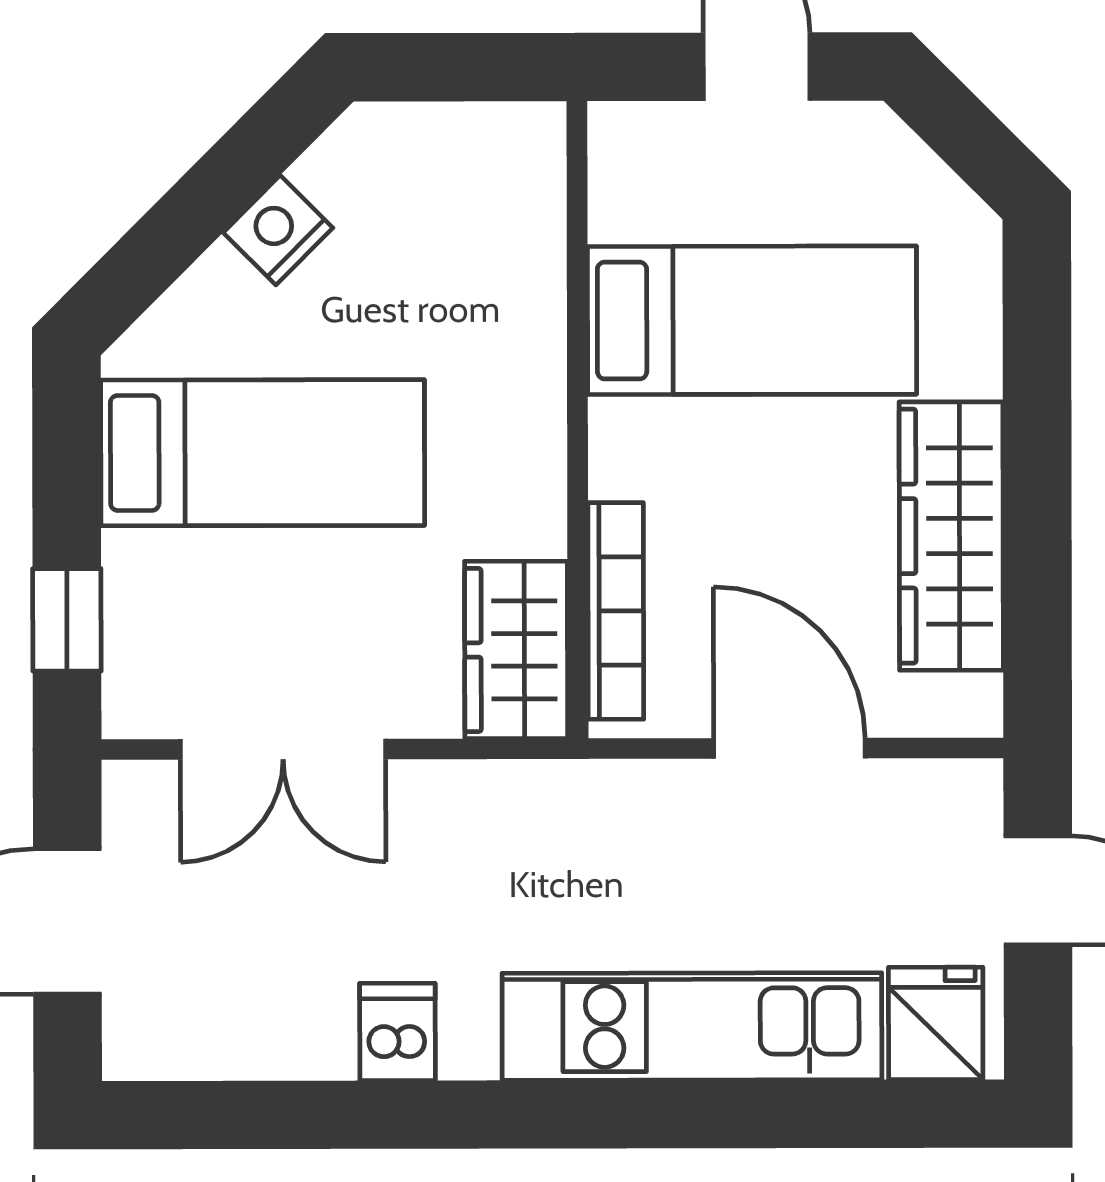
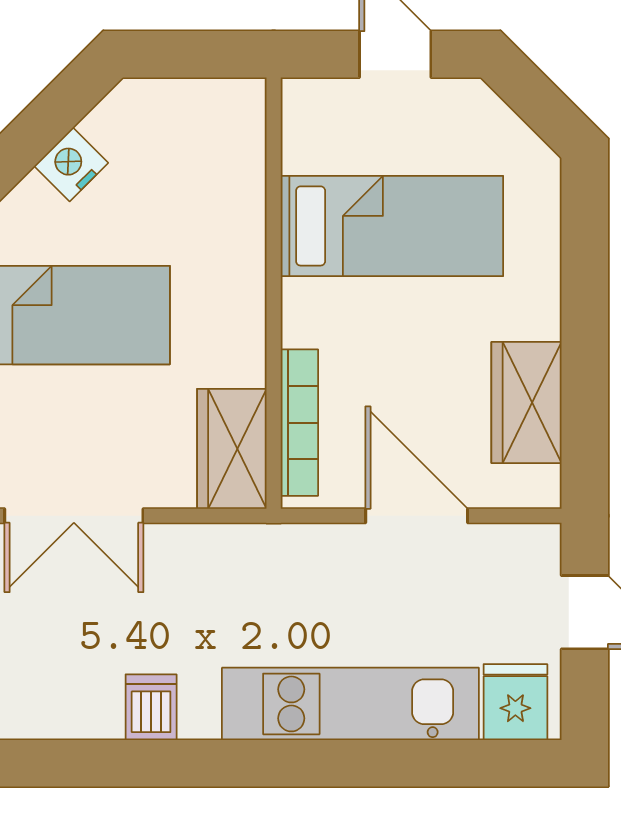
wardrobe: (951, 536) -> (526, 403), width x0.67

